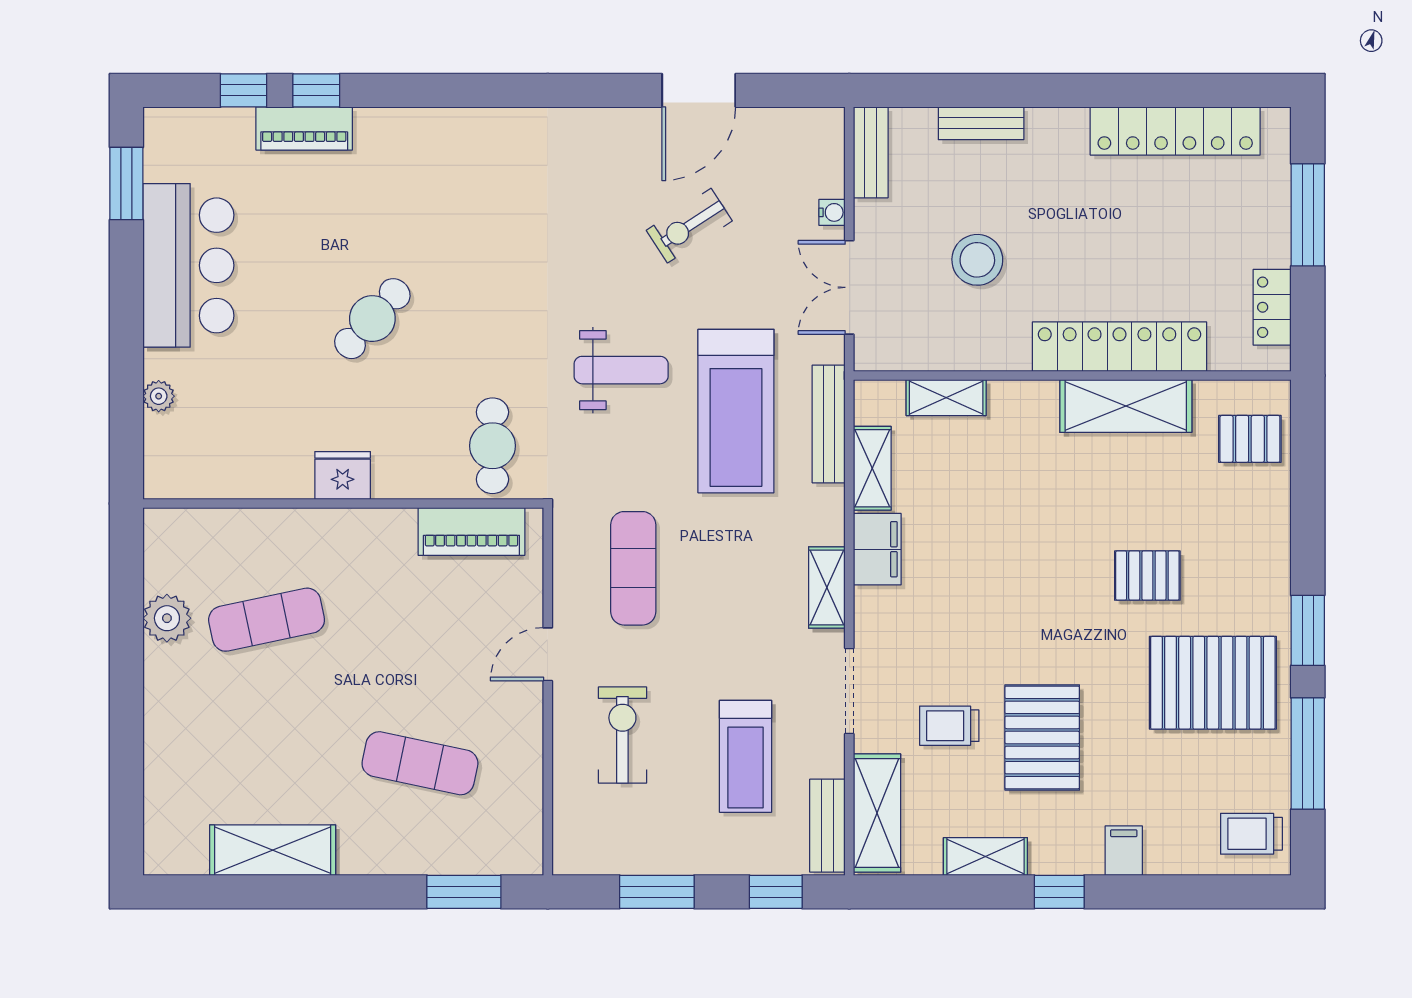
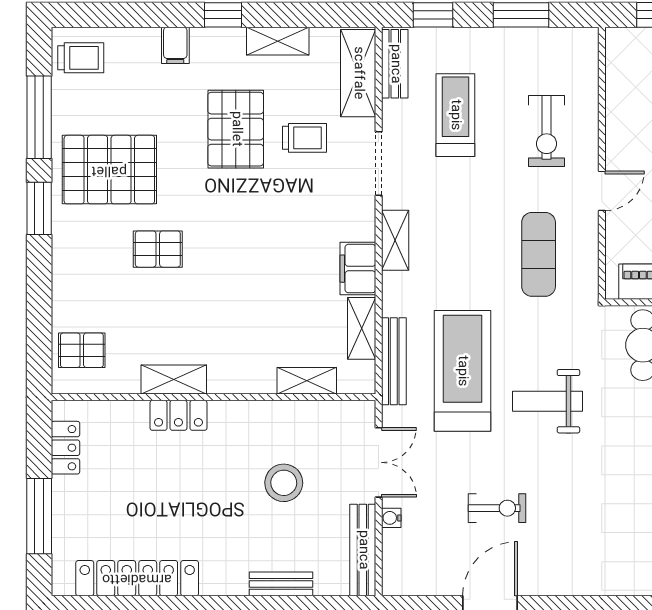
bench: (871, 152) -> (363, 550), width x1.36
exercise bike: (689, 226) -> (497, 508), turned 33
locker: (1119, 347) -> (178, 415), width x0.46, depth x0.83
shelving: (1126, 406) -> (174, 379), width x0.67, depth x0.75

